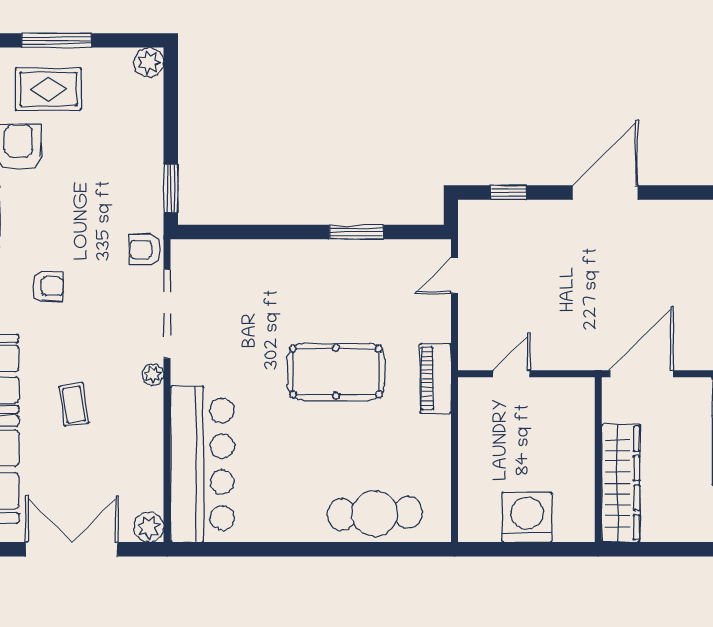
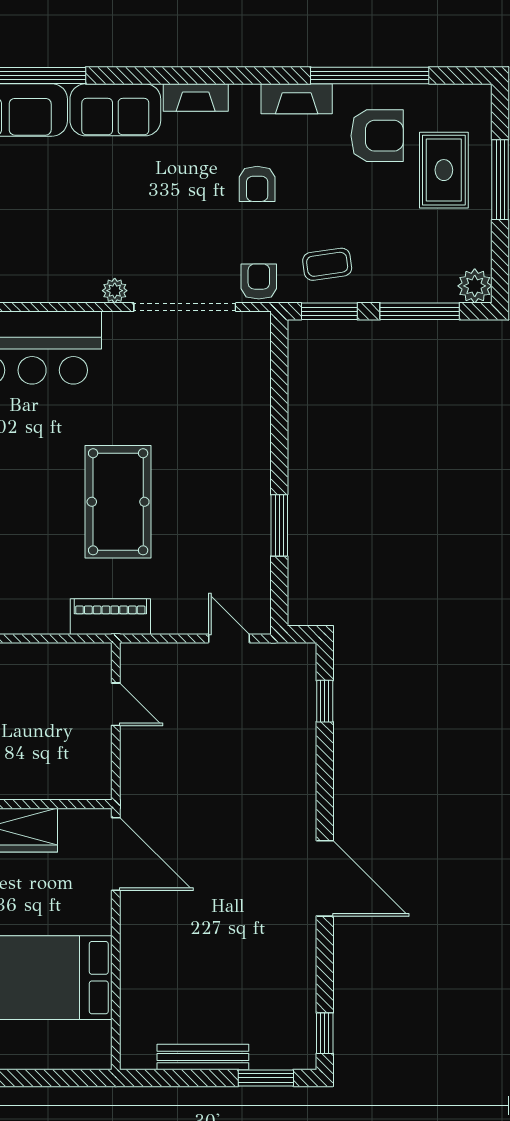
window: (171, 110) -> (420, 311), added
door: (605, 193) -> (325, 878), moved
armchair: (48, 286) -> (257, 184), moved
coffee table: (74, 405) -> (327, 264), moved

